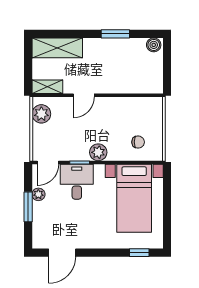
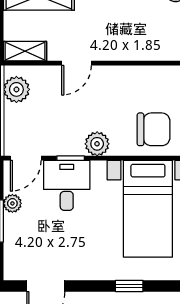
chair: (138, 142) -> (154, 129), width x1.87, depth x1.87
window: (139, 253) -> (129, 286), moved

